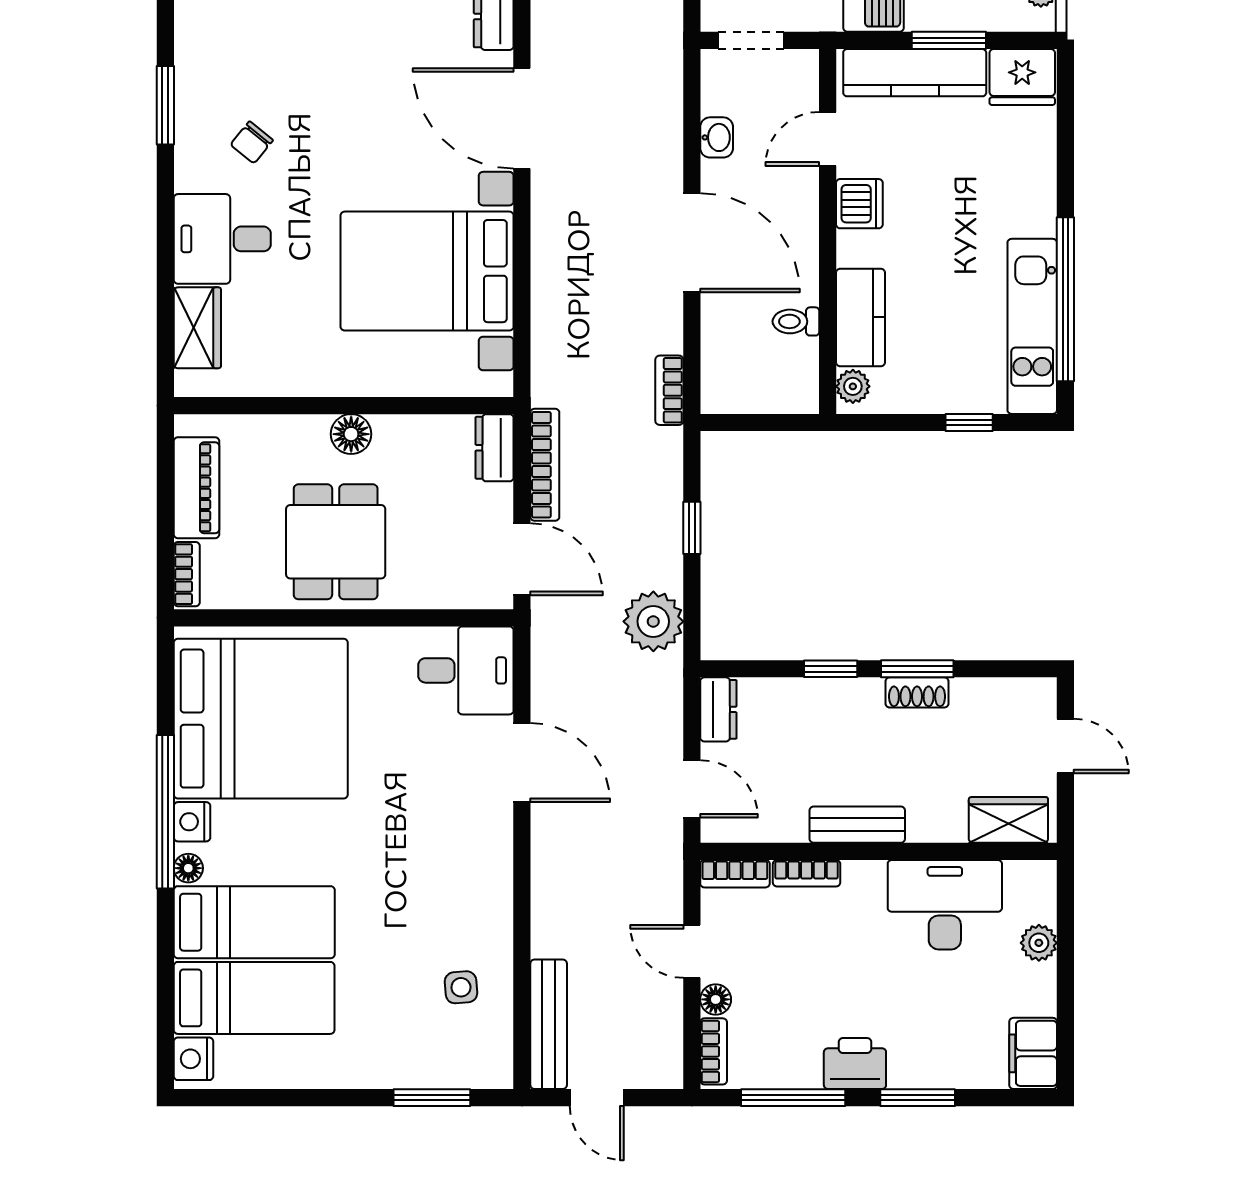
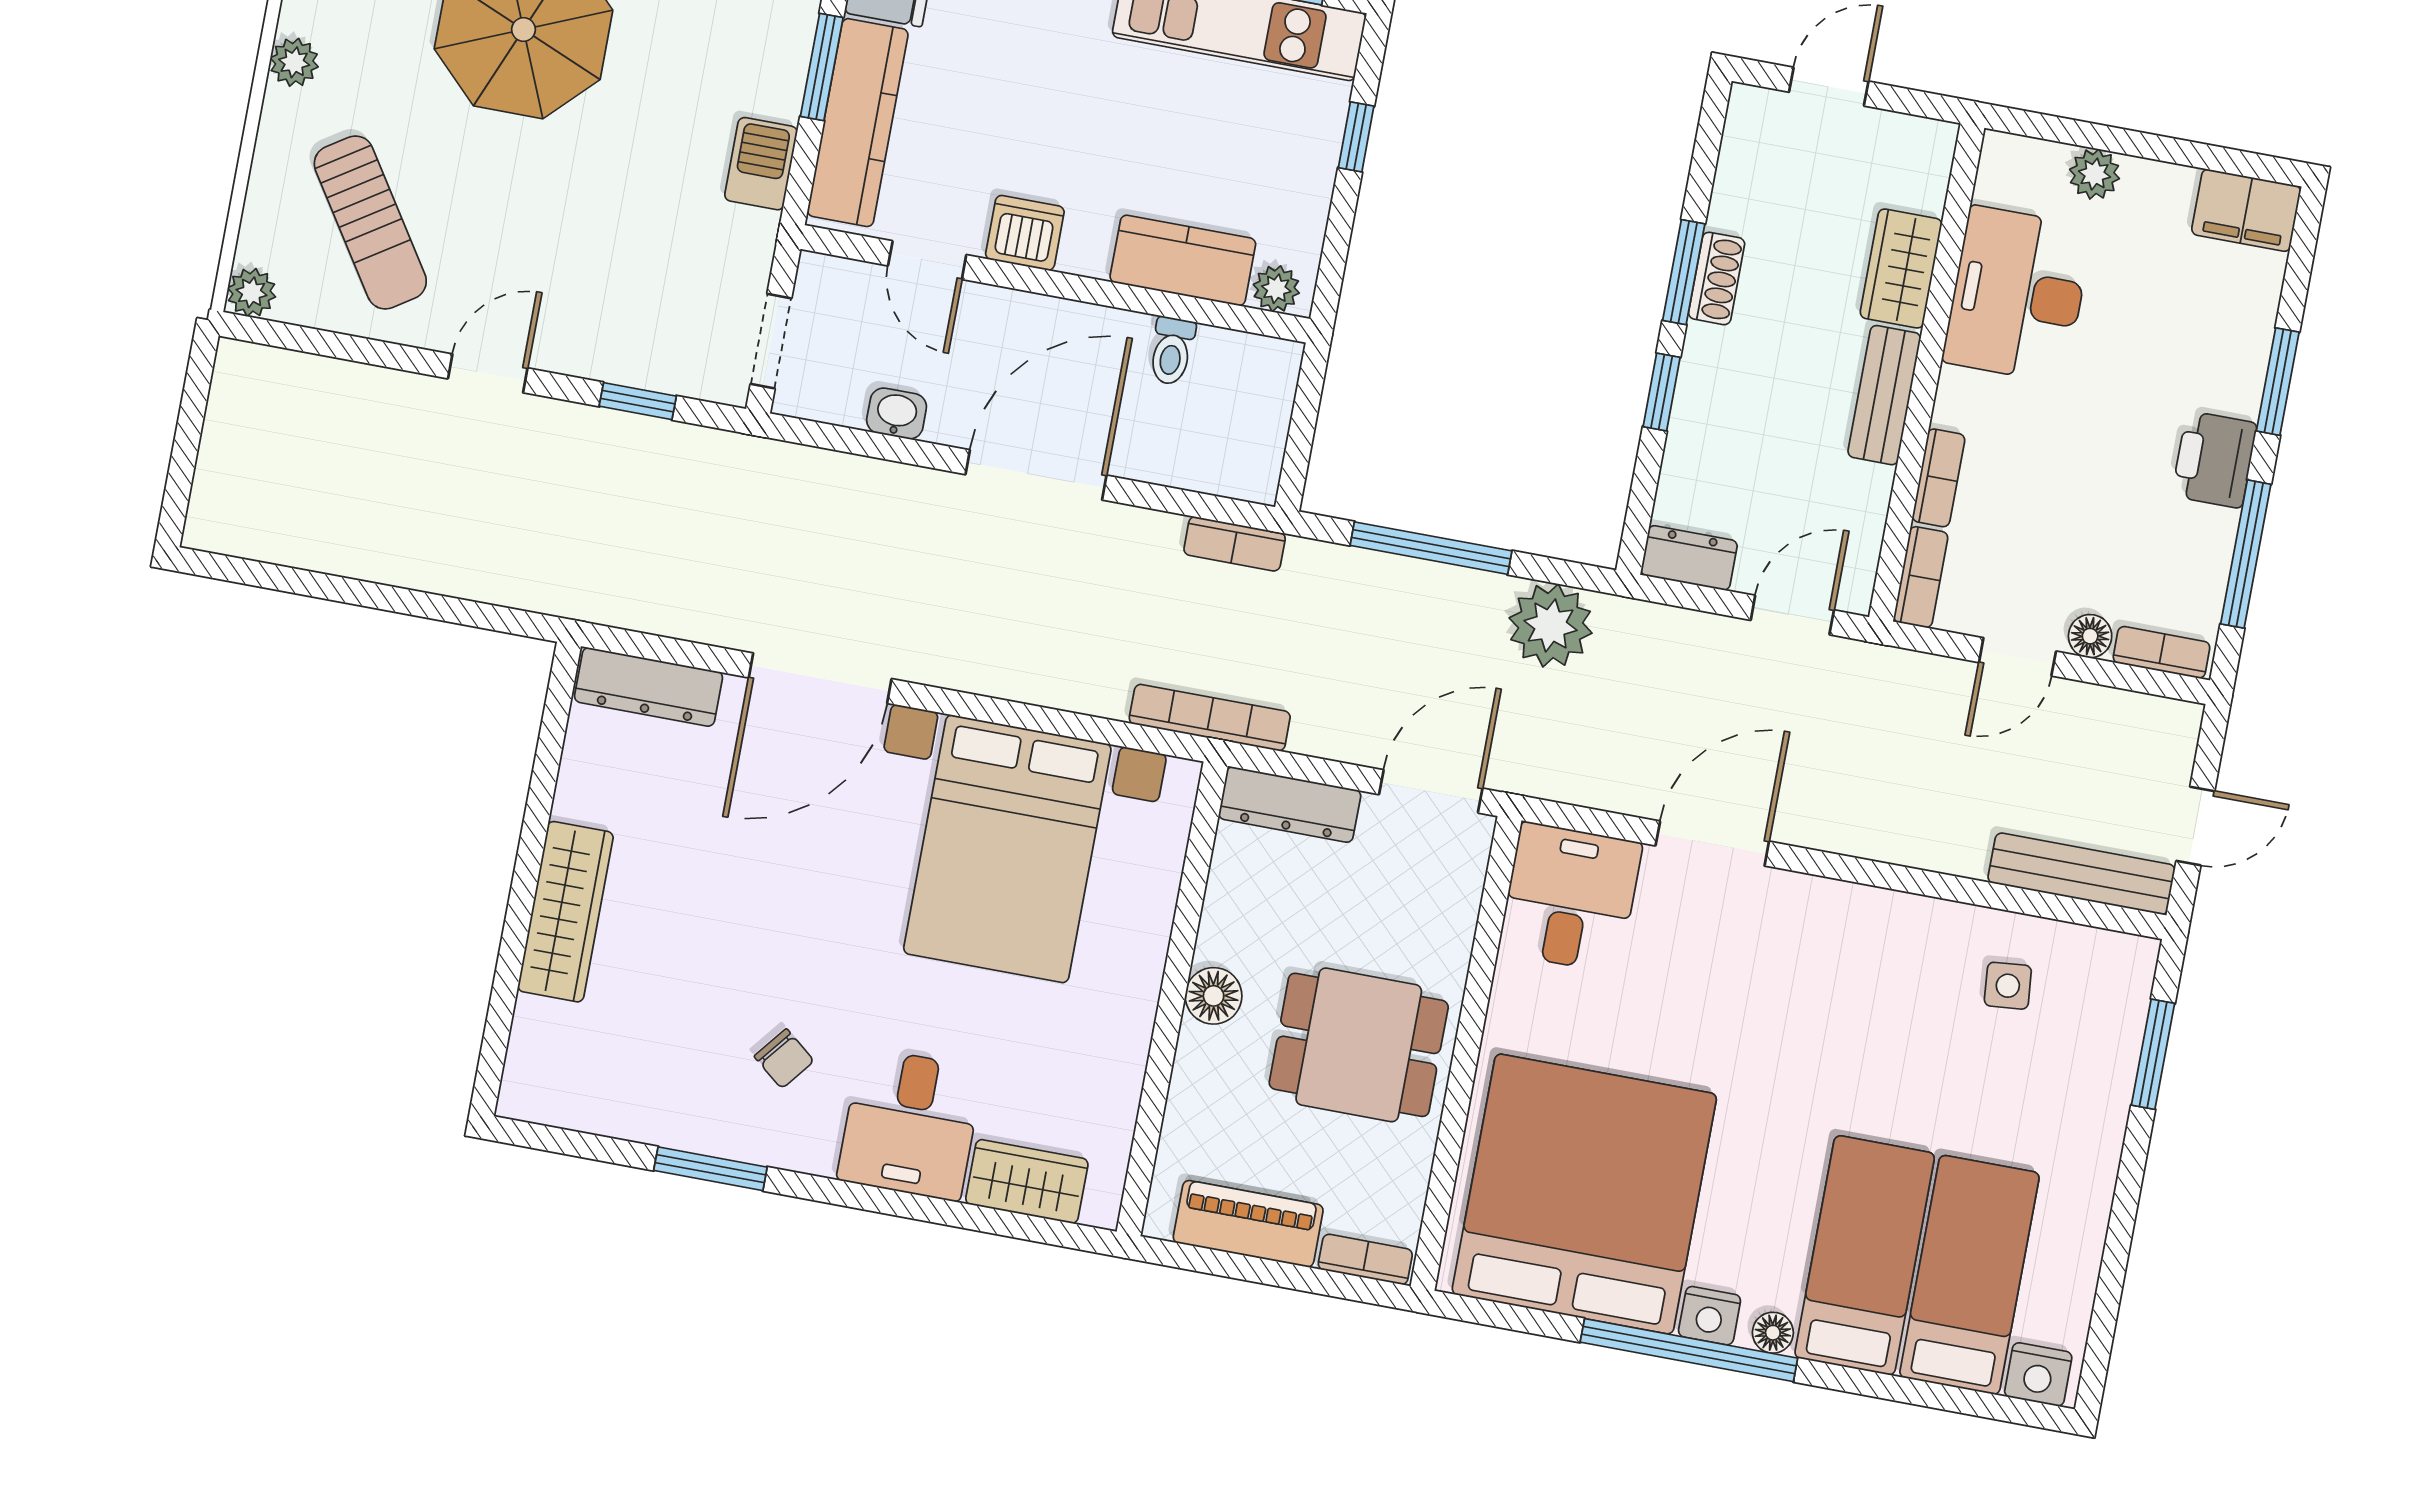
dresser: (494, 448) -> (1290, 805), width x1.44
bookcase: (545, 465) -> (1210, 718), moved
window: (692, 528) -> (1431, 548), width x2.17
wardrobe: (1008, 820) -> (1901, 268), moved

